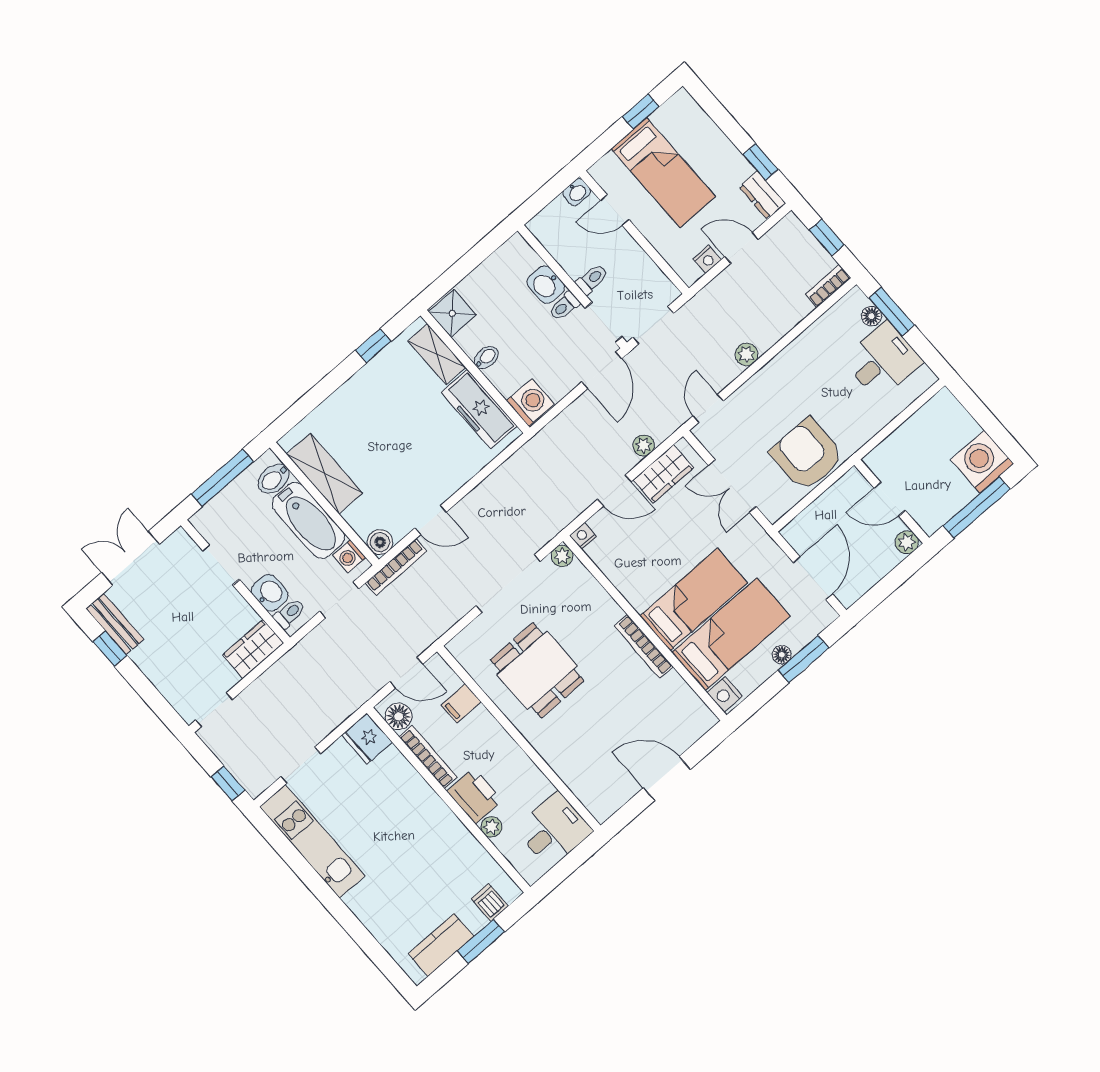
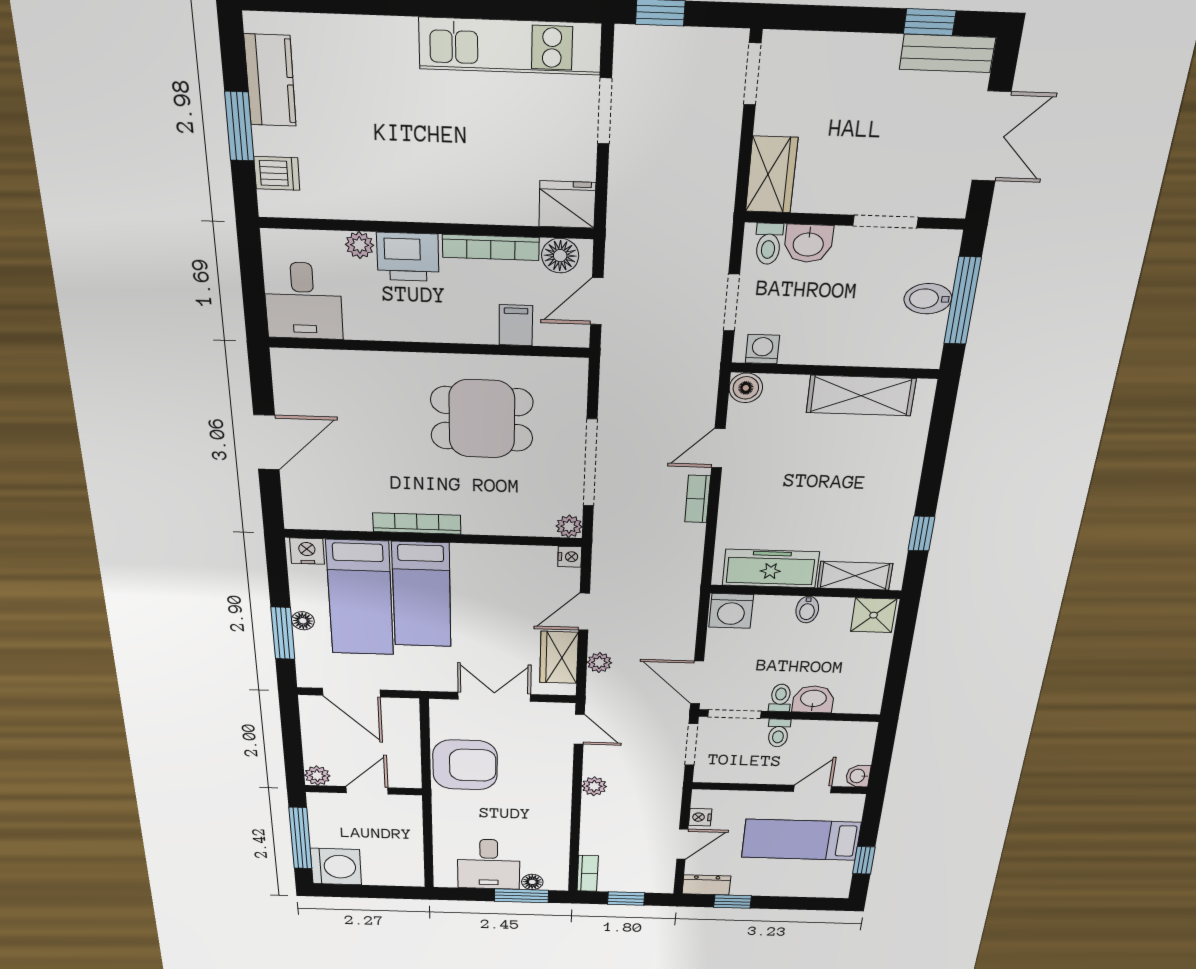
bidet: (274, 479) -> (928, 299), moved, turned -90
bathtub: (308, 520) -> (836, 343), removed
bookcase: (396, 567) -> (698, 499), moved, width x0.64

